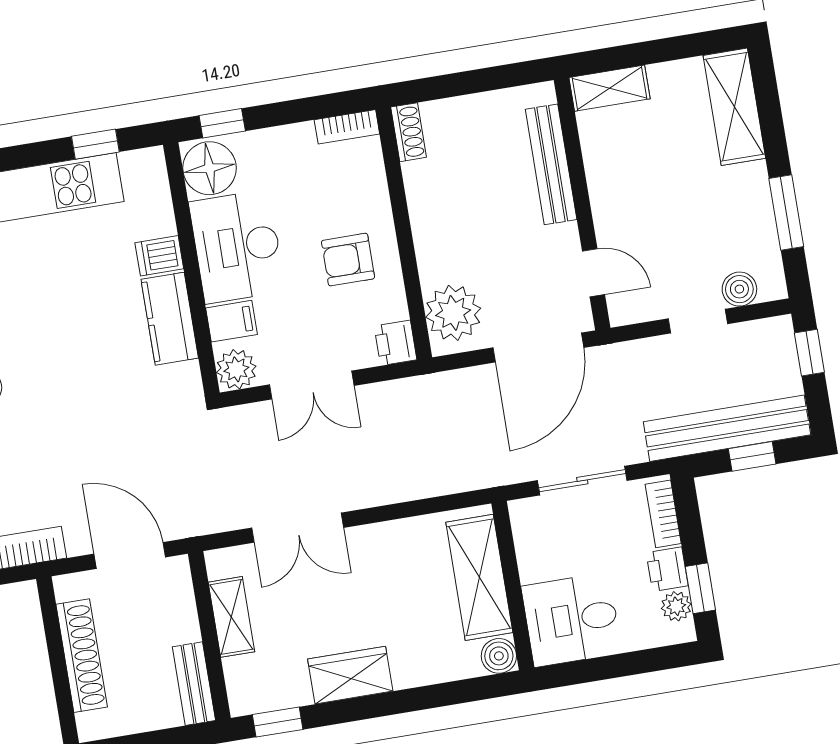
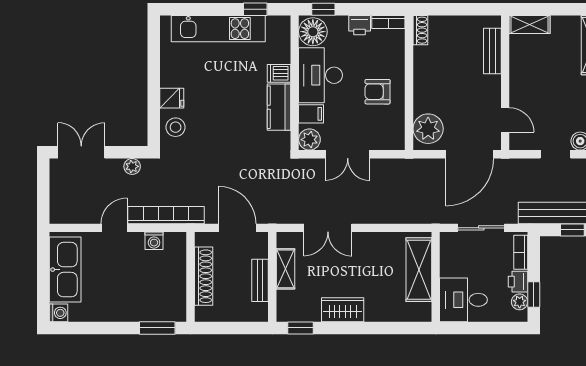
bench: (551, 164) -> (492, 51), width x0.73
printer: (395, 343) -> (360, 25), moved, turned -90
boiler: (499, 656) -> (422, 313), removed
bench: (194, 684) -> (260, 280), moved

